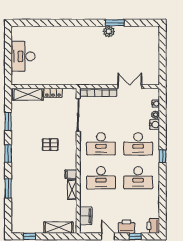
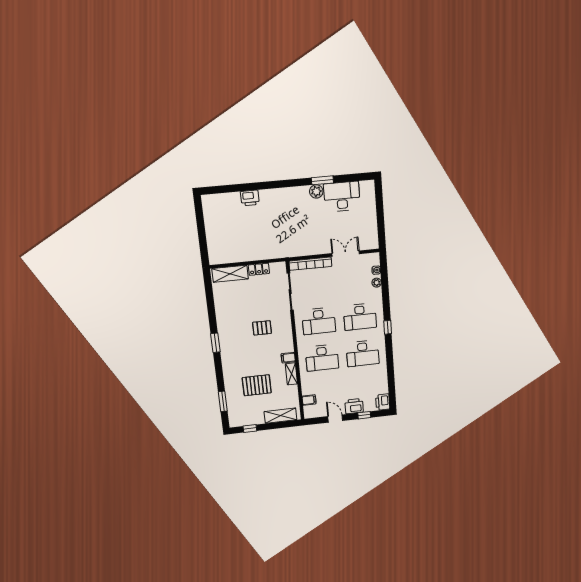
printer: (52, 32) -> (250, 198), added
desk: (23, 56) -> (342, 197), moved, turned 90
window: (8, 122) -> (211, 307), removed
water cooler: (155, 125) -> (377, 294), removed
window: (8, 189) -> (223, 401), moved
pallet: (40, 196) -> (257, 385), added
filing cabinet: (86, 216) -> (309, 400), width x0.50

